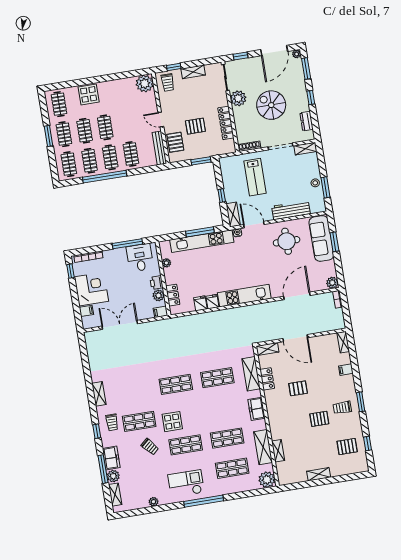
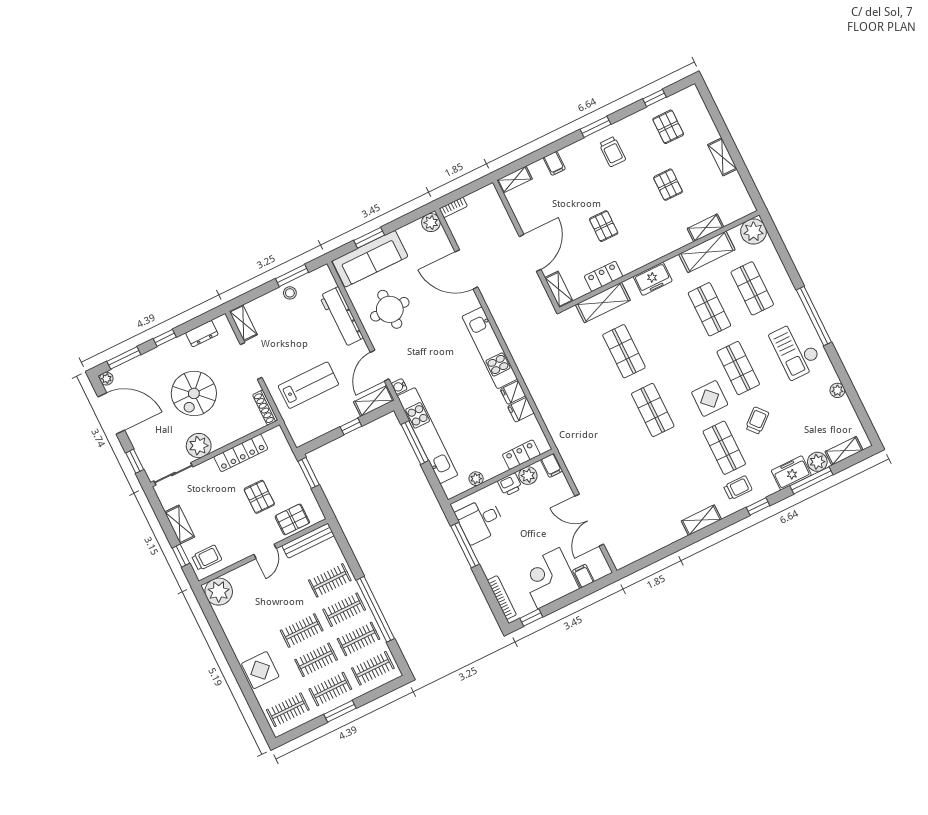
pallet: (319, 419) -> (668, 185), moved

